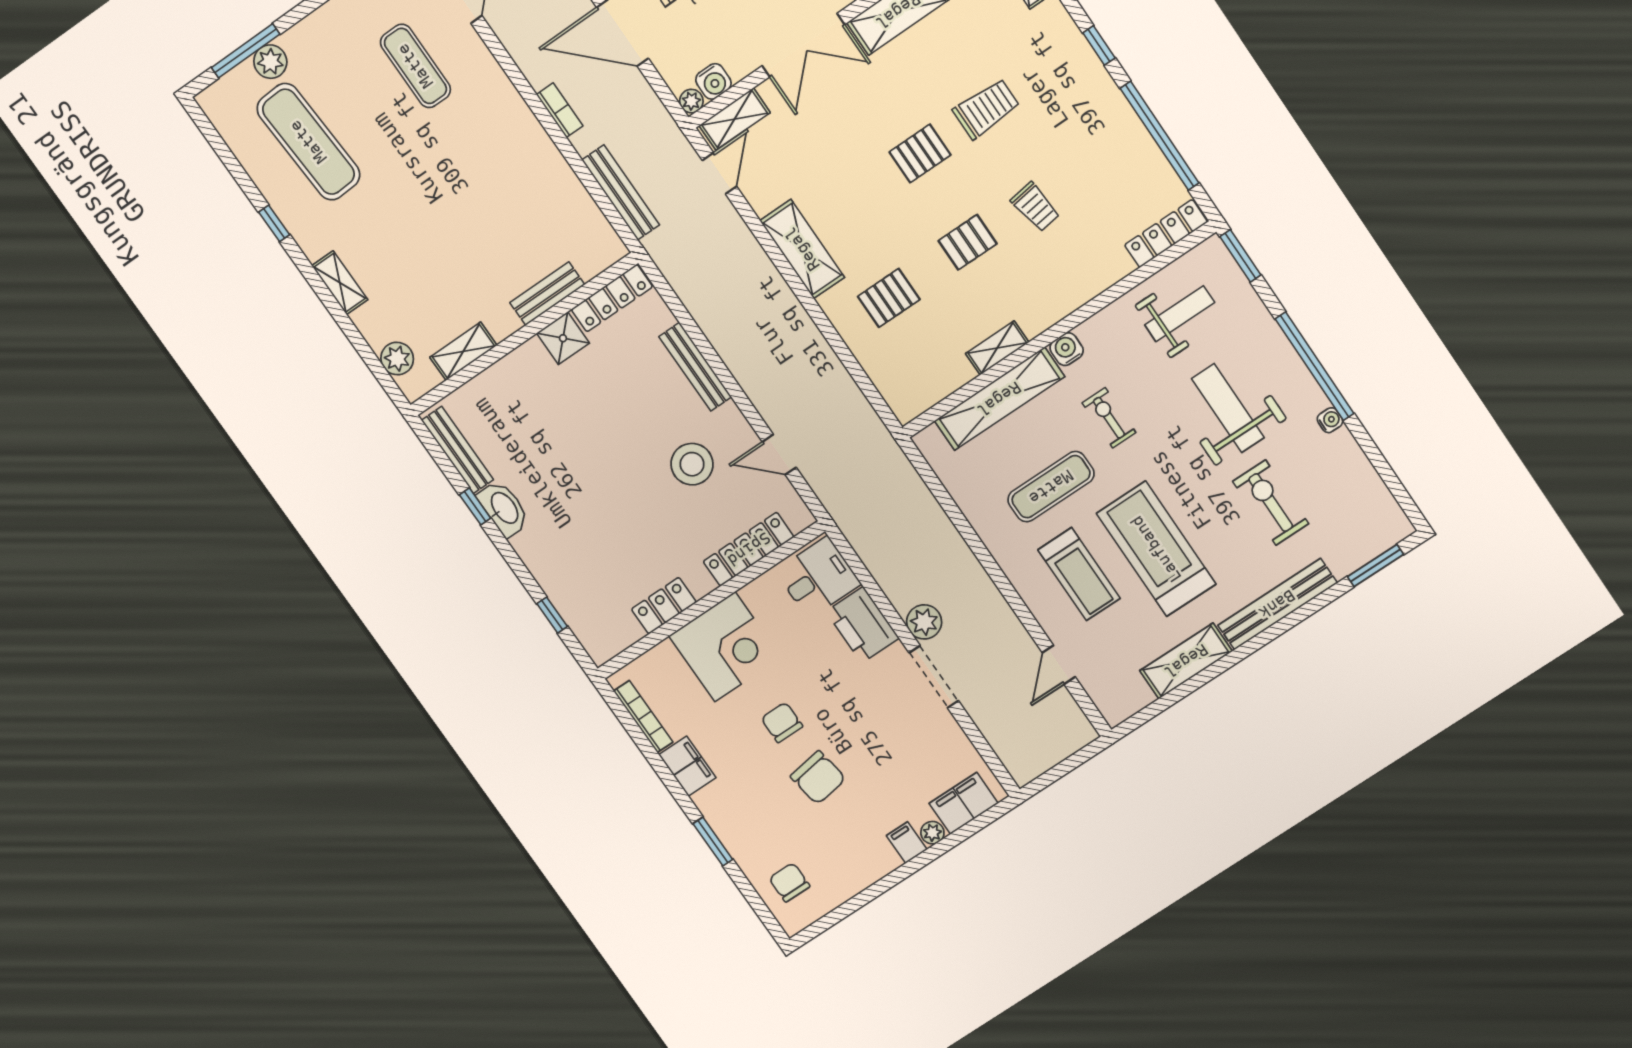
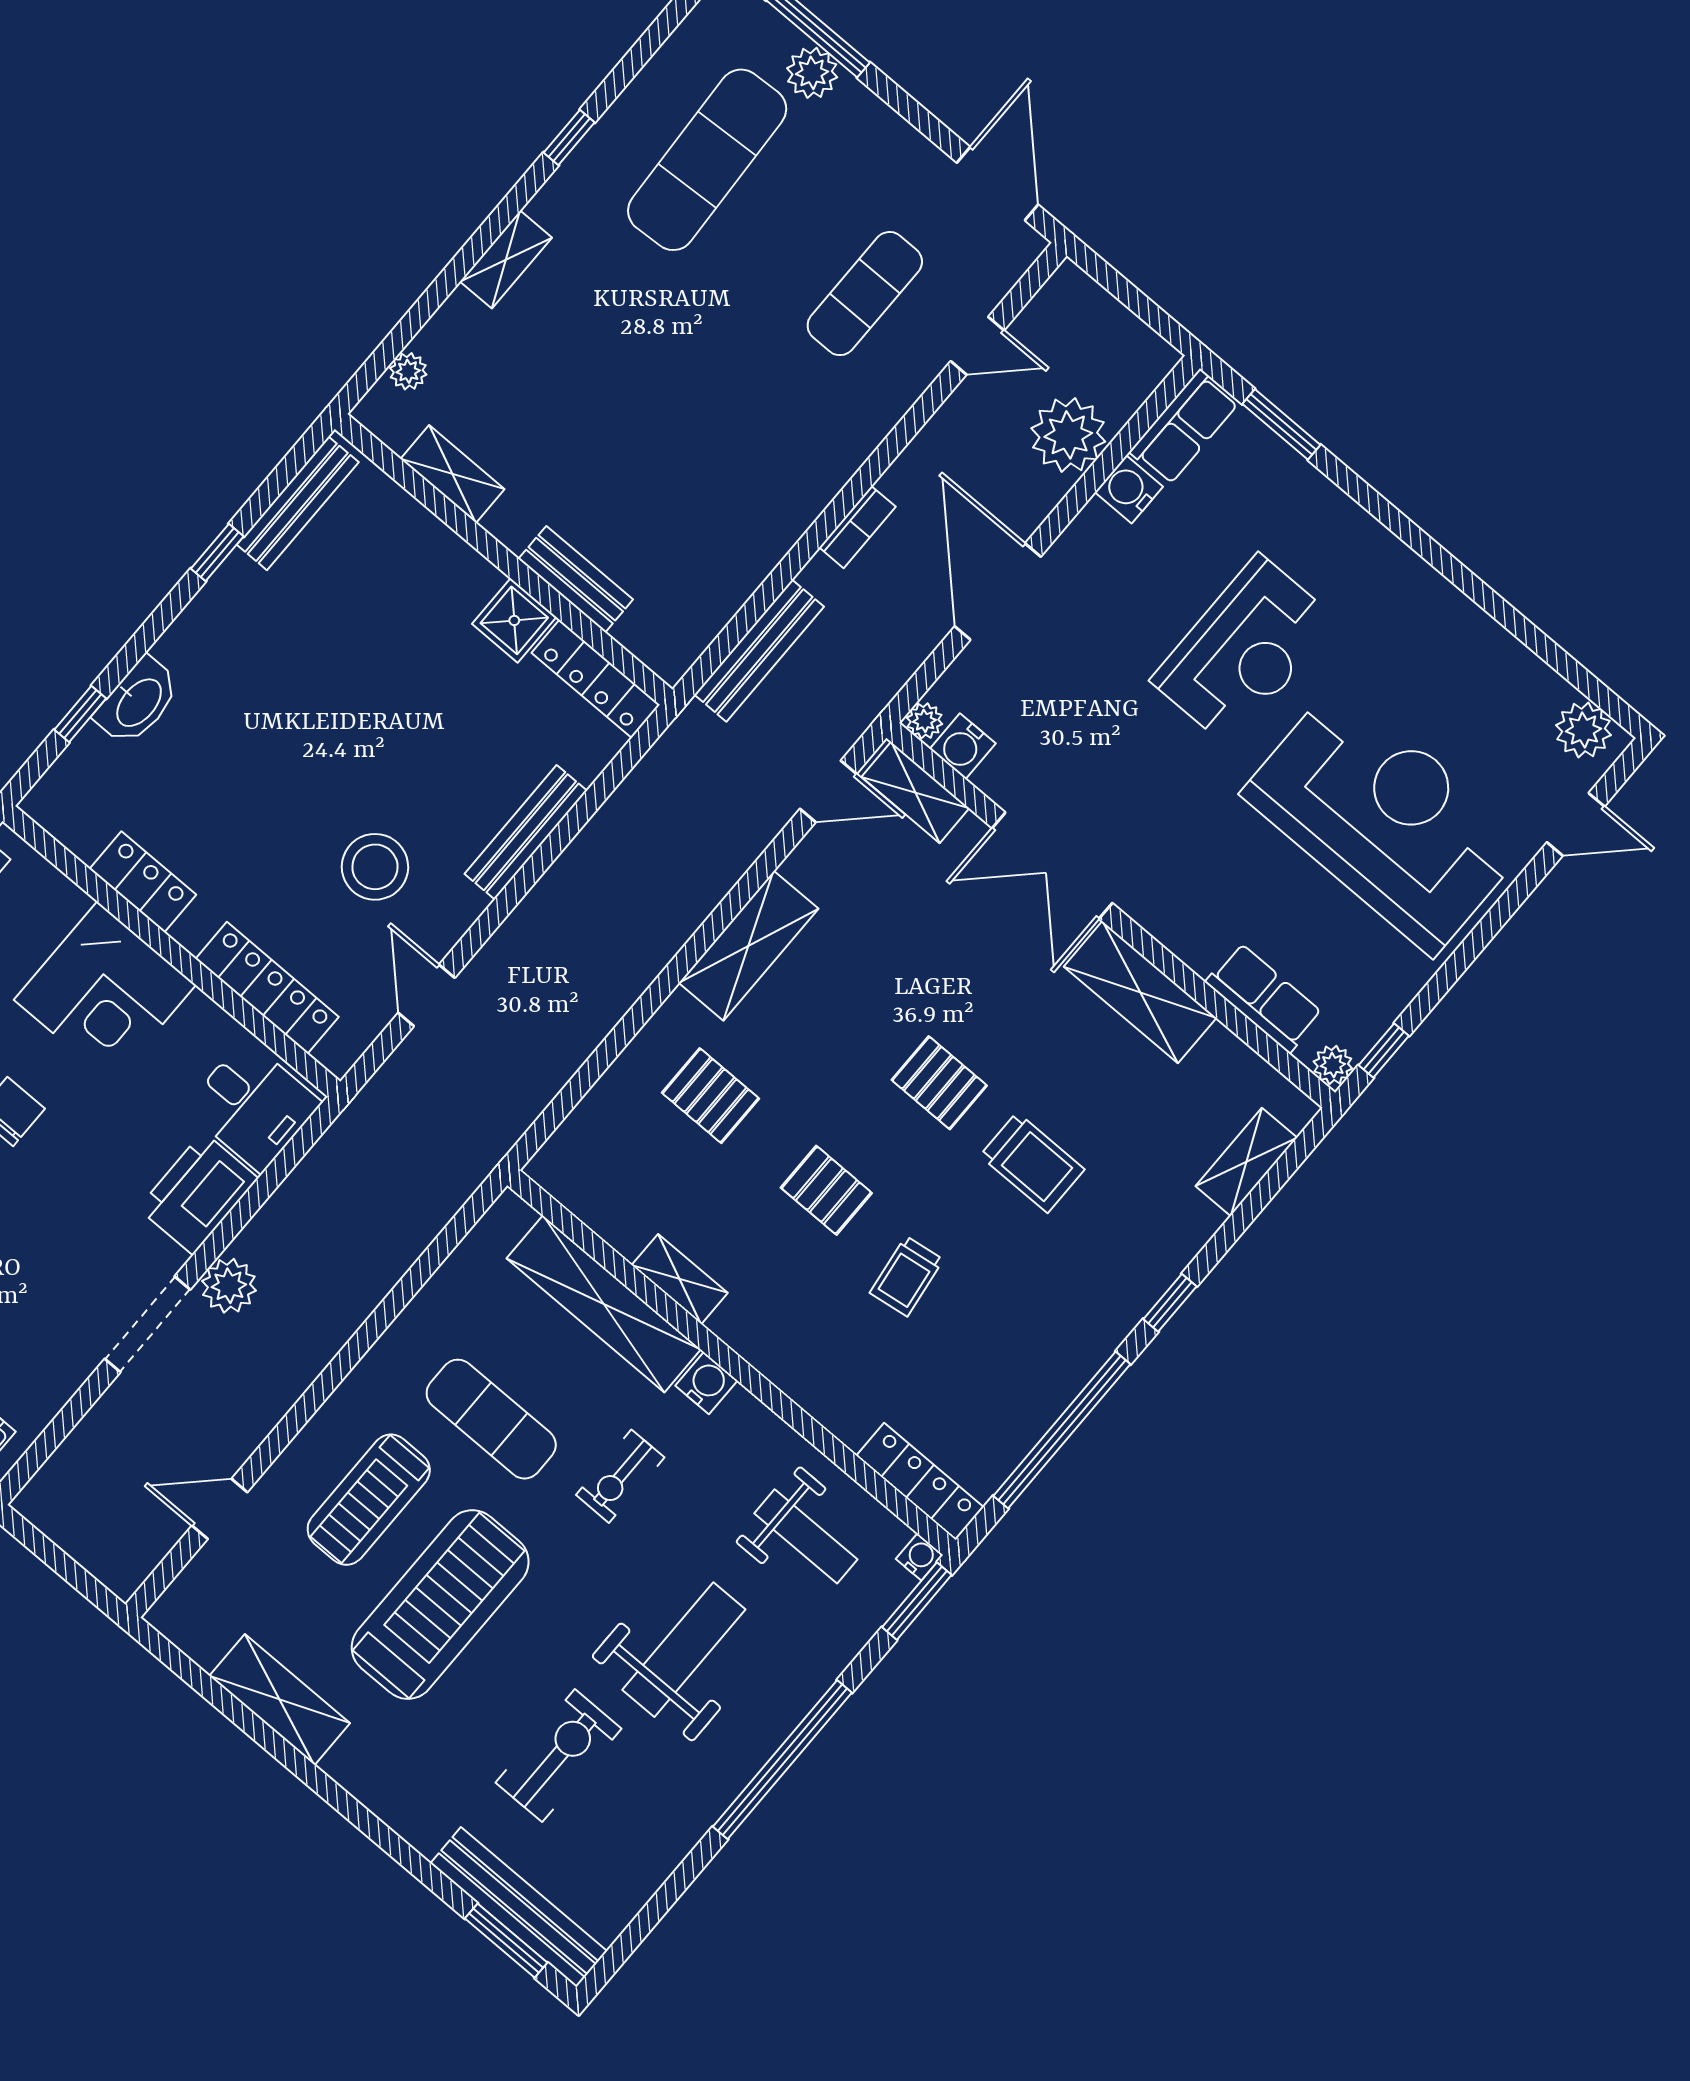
plant: (397, 359) -> (408, 371), width x0.73, depth x0.73
exercise bike: (1109, 418) -> (620, 1476), turned 180
water cooler: (1330, 420) -> (919, 1557), moved, turned -90
washbasin: (504, 508) -> (138, 702), moved
bench: (1277, 604) -> (519, 1907), moved

